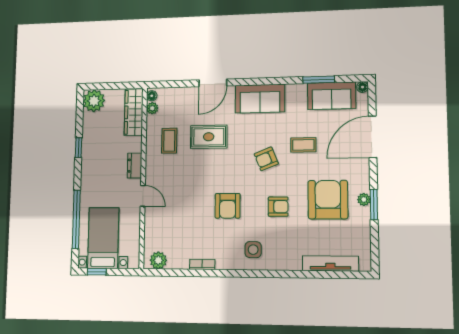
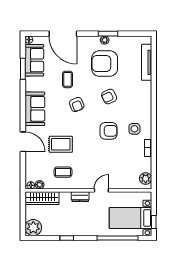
rug: (209, 137) -> (61, 144), turned 90
armchair: (278, 207) -> (109, 97), turned -115
side table: (253, 250) -> (134, 129), moved

